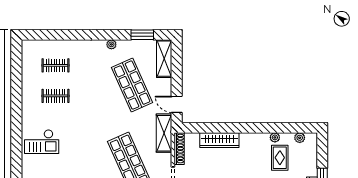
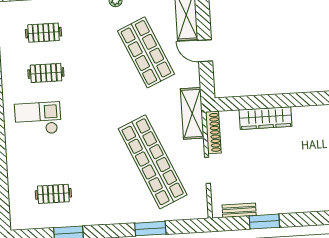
door: (177, 104) -> (205, 51), moved
checkout: (42, 142) -> (38, 118), moved, turned 180

